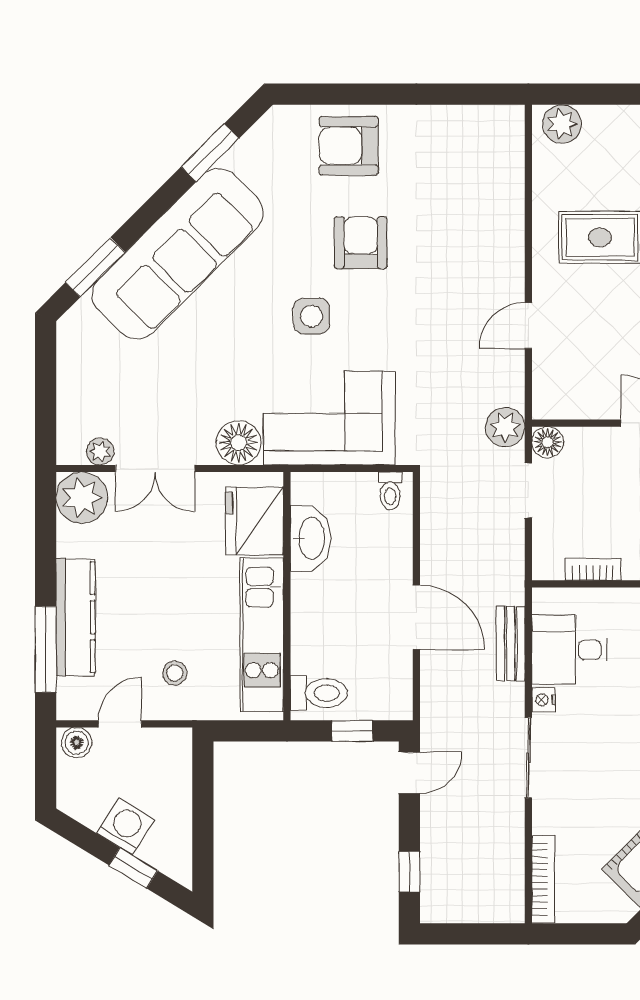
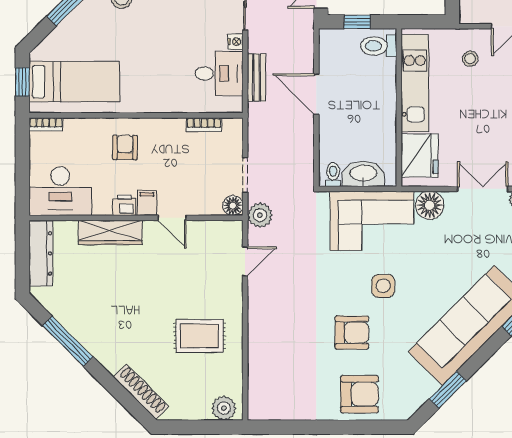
armchair: (361, 243) -> (352, 333), turned -90
door: (528, 326) -> (245, 261), moved
washbasin: (311, 538) -> (363, 174), moved, turned 90

